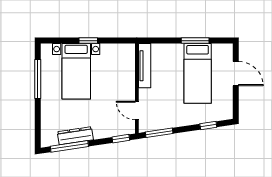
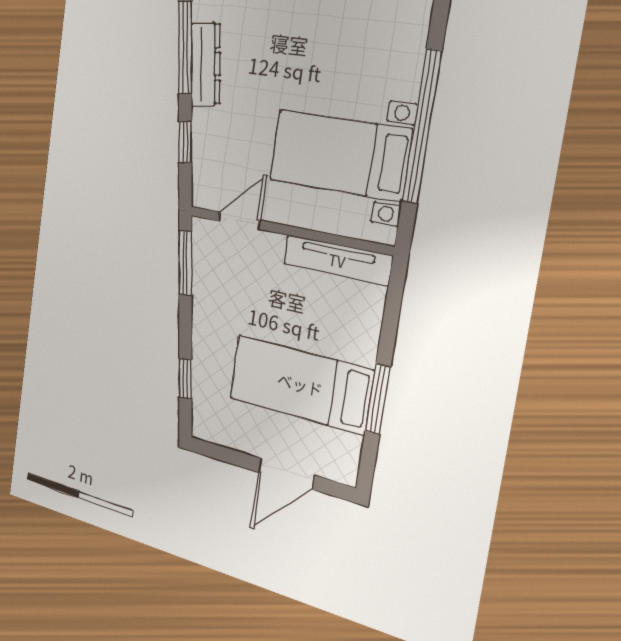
window: (88, 41) -> (422, 126), width x3.17
bed with nightstands: (76, 71) -> (339, 155), moved
window: (121, 139) -> (185, 143), moved

